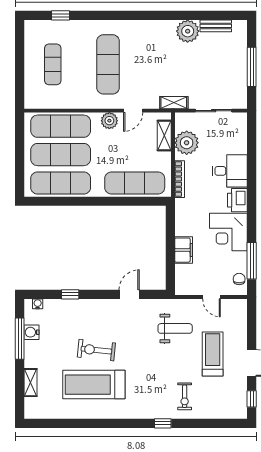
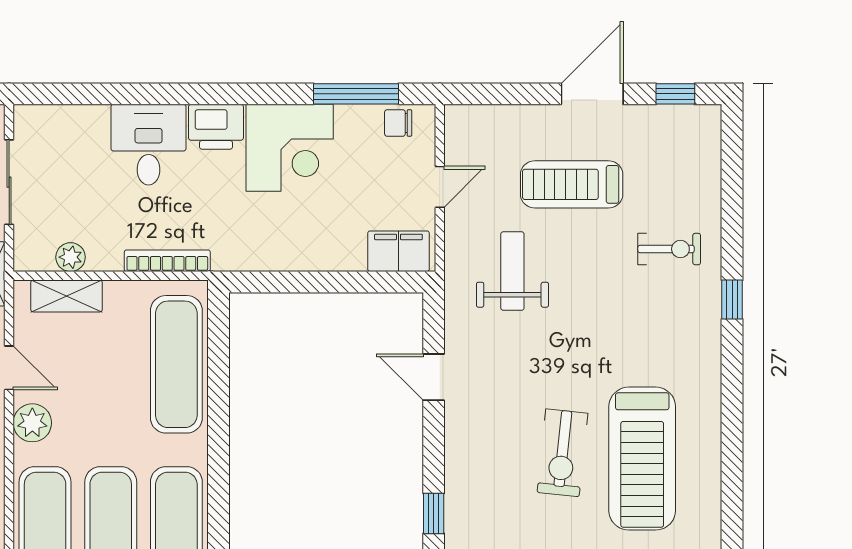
plant: (187, 143) -> (71, 257), width x0.53, depth x0.53
filing cabinet: (184, 250) -> (398, 251), moved

